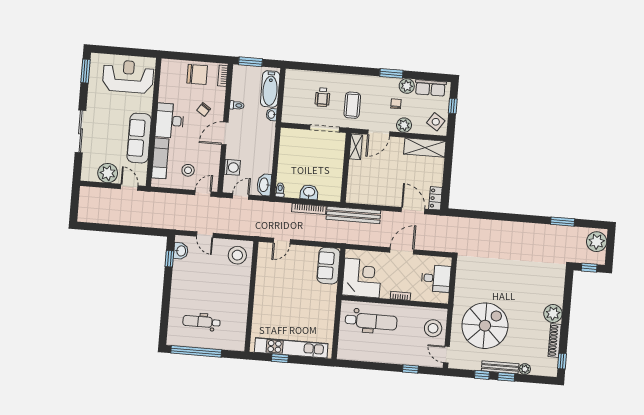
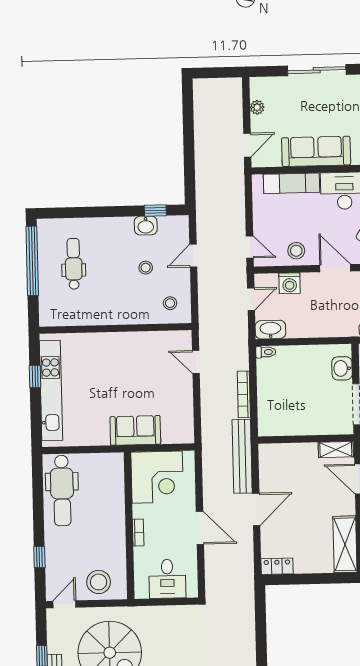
stool: (188, 170) -> (296, 251), moved
plant: (108, 173) -> (257, 107), width x0.53, depth x0.53
washbasin: (309, 192) -> (342, 368), moved, turned 180
door: (241, 196) -> (251, 299), hinge flipped
door: (413, 211) -> (256, 509), moved
washbasin: (181, 251) -> (146, 226), moved
stool: (237, 255) -> (170, 303), width x0.53, depth x0.53
sofa: (329, 266) -> (135, 430), moved
stool: (210, 270) -> (146, 268), added
dental chair: (371, 321) -> (62, 490), moved

